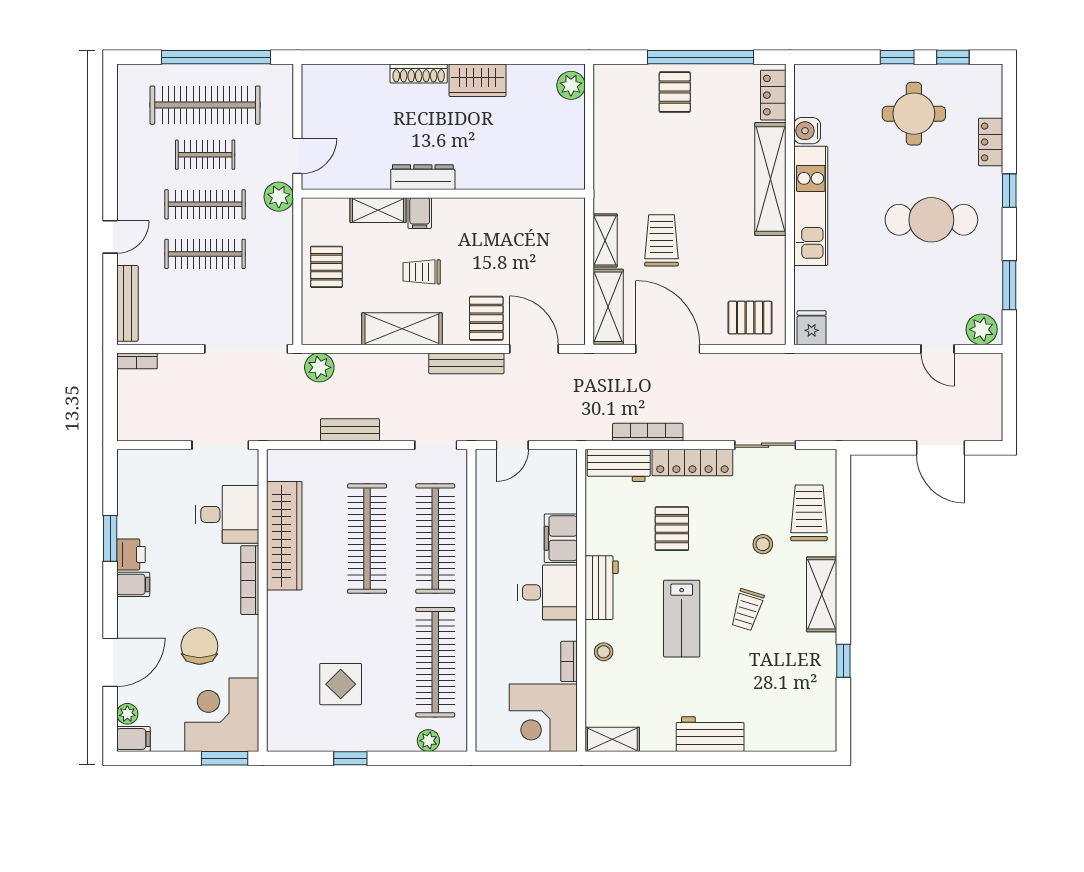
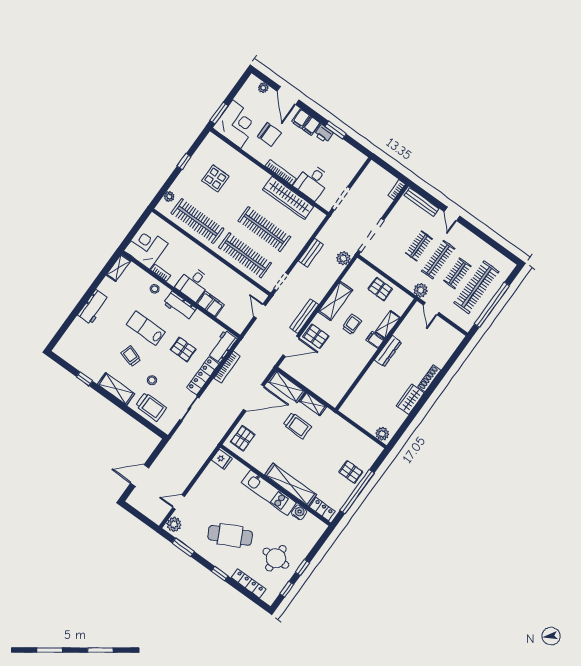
locker: (991, 142) -> (248, 583), width x1.53
cafe table: (931, 220) -> (230, 535), turned 63
clothes rail: (205, 254) -> (419, 246), width x0.73
filing cabinet: (134, 739) -> (301, 119), moved

